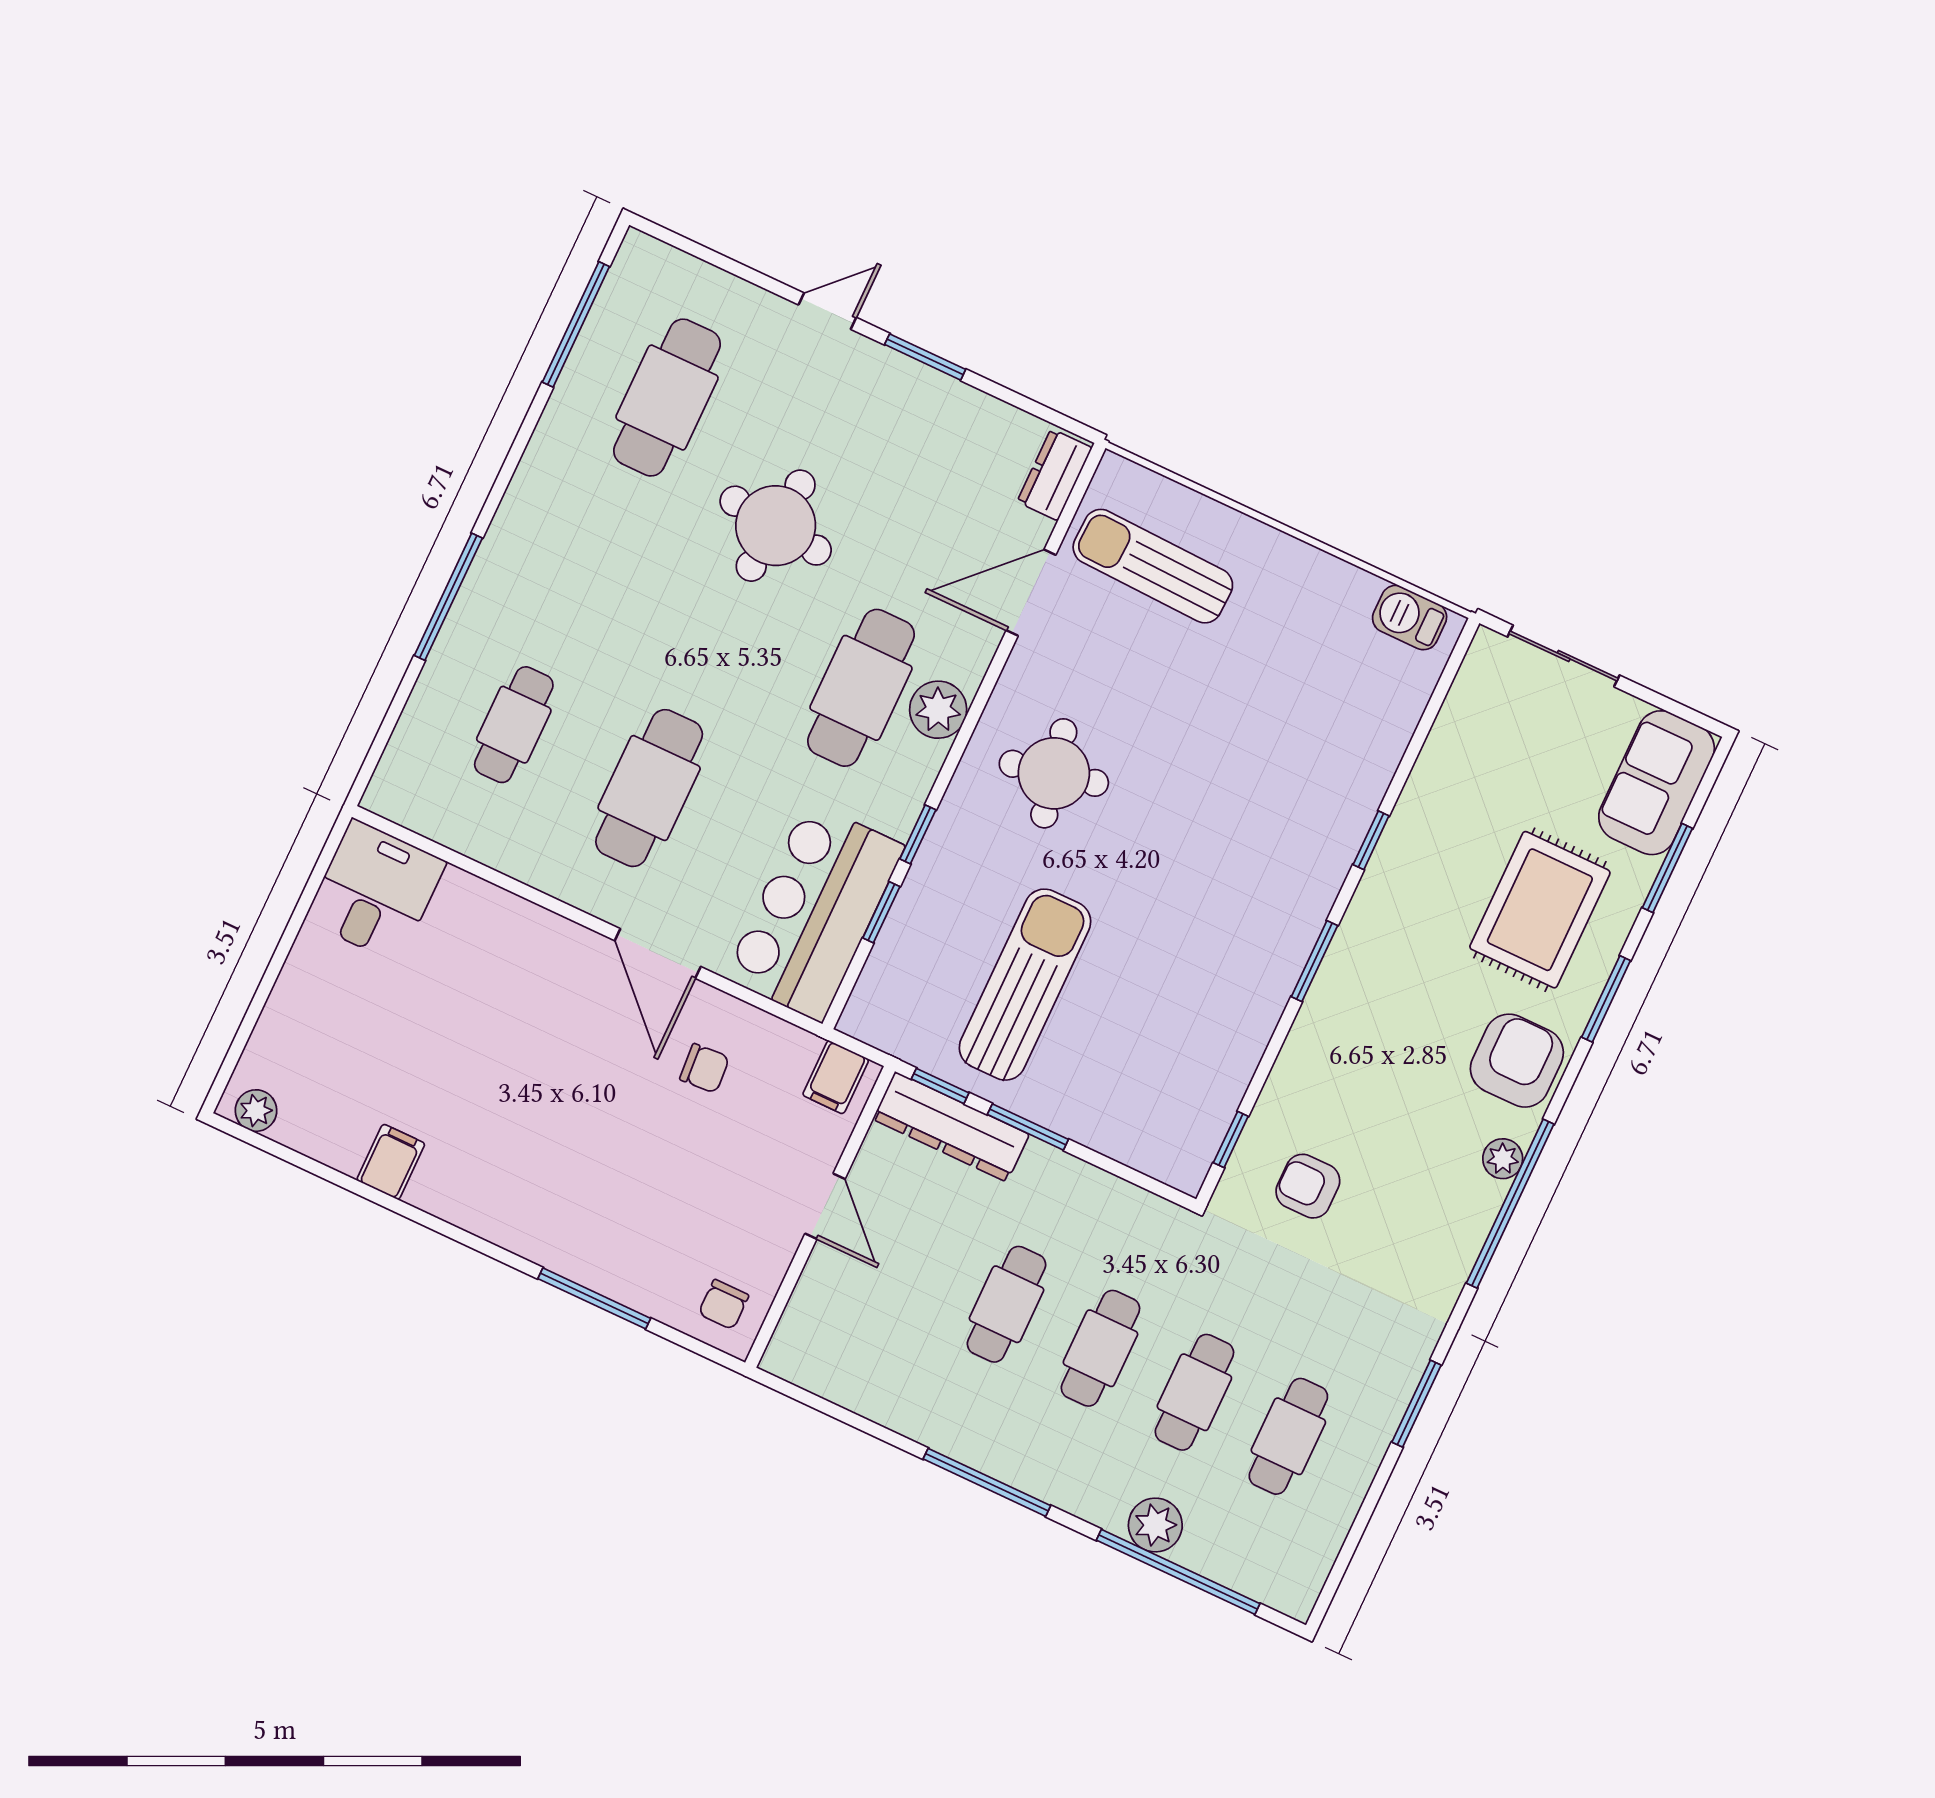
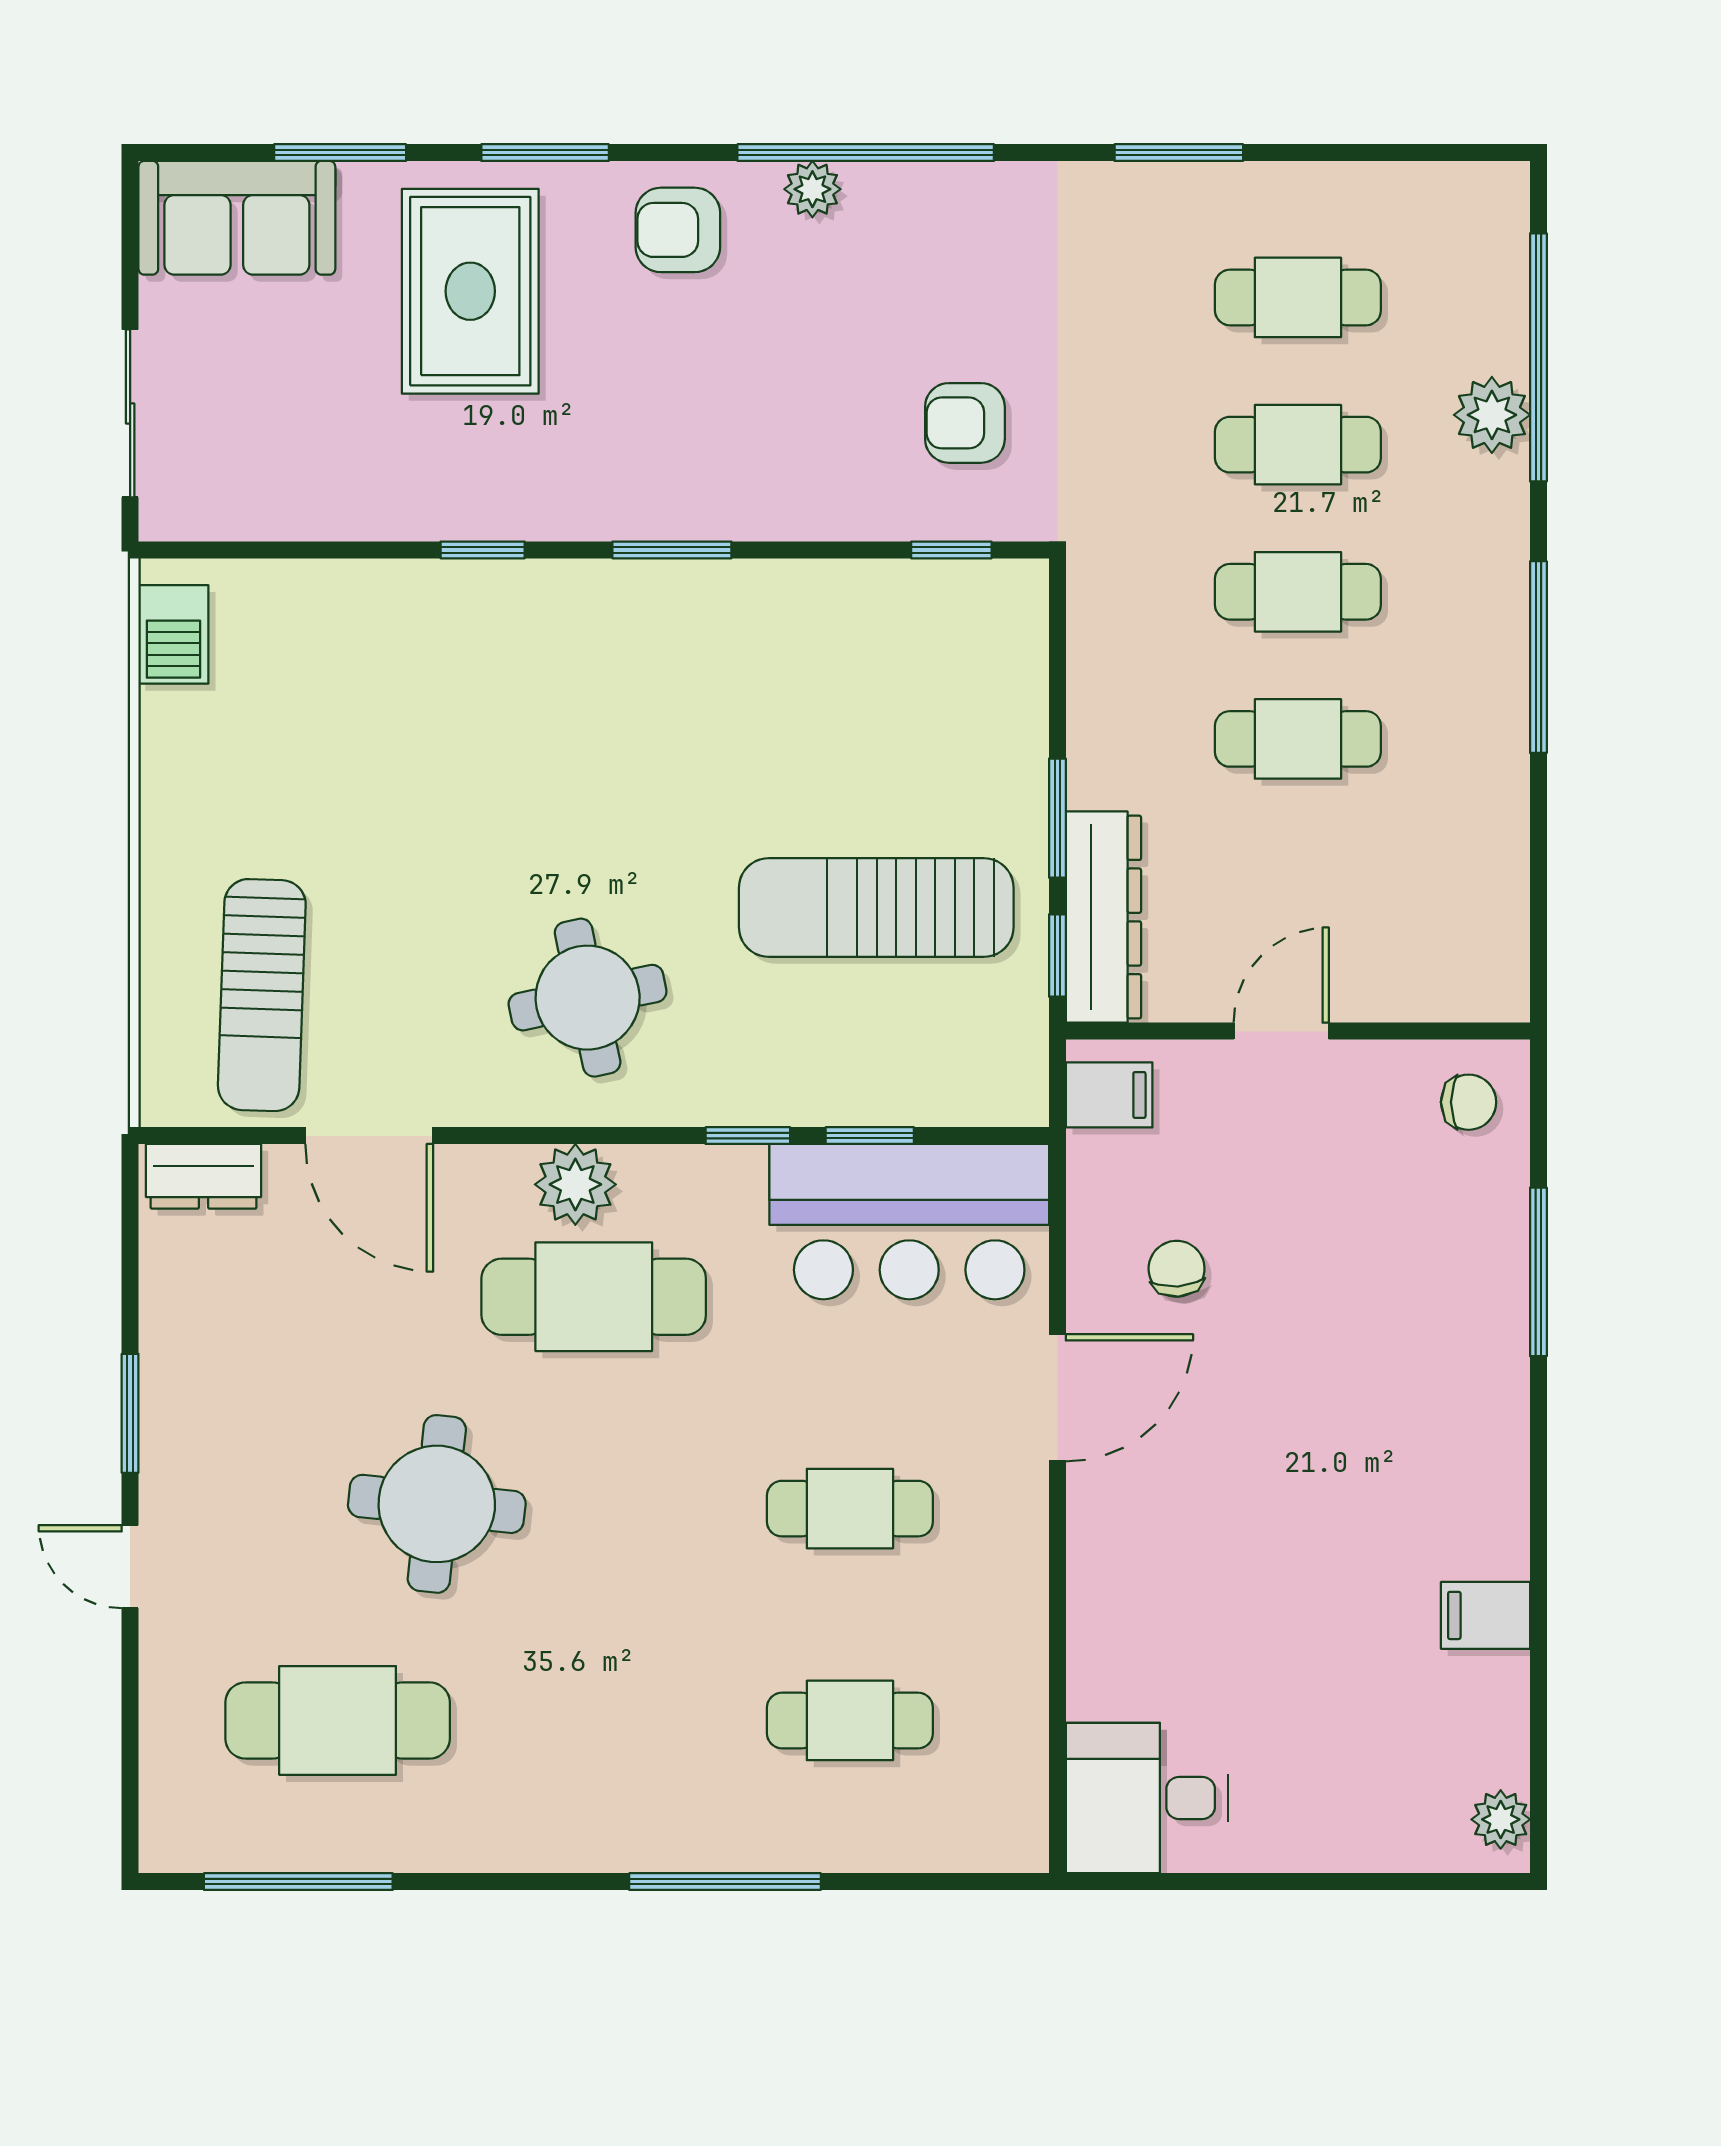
cafe table: (649, 788) -> (850, 1509), width x0.73, depth x0.74
rug: (1540, 910) -> (470, 291), turned 90
armchair: (1517, 1061) -> (678, 230), width x0.72, depth x0.72
armchair: (1308, 1186) -> (965, 423), turned 90

